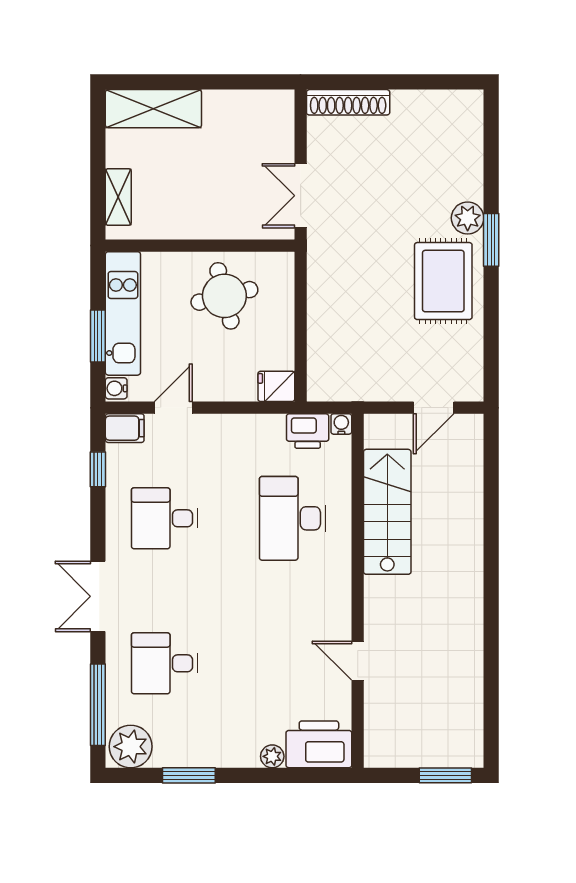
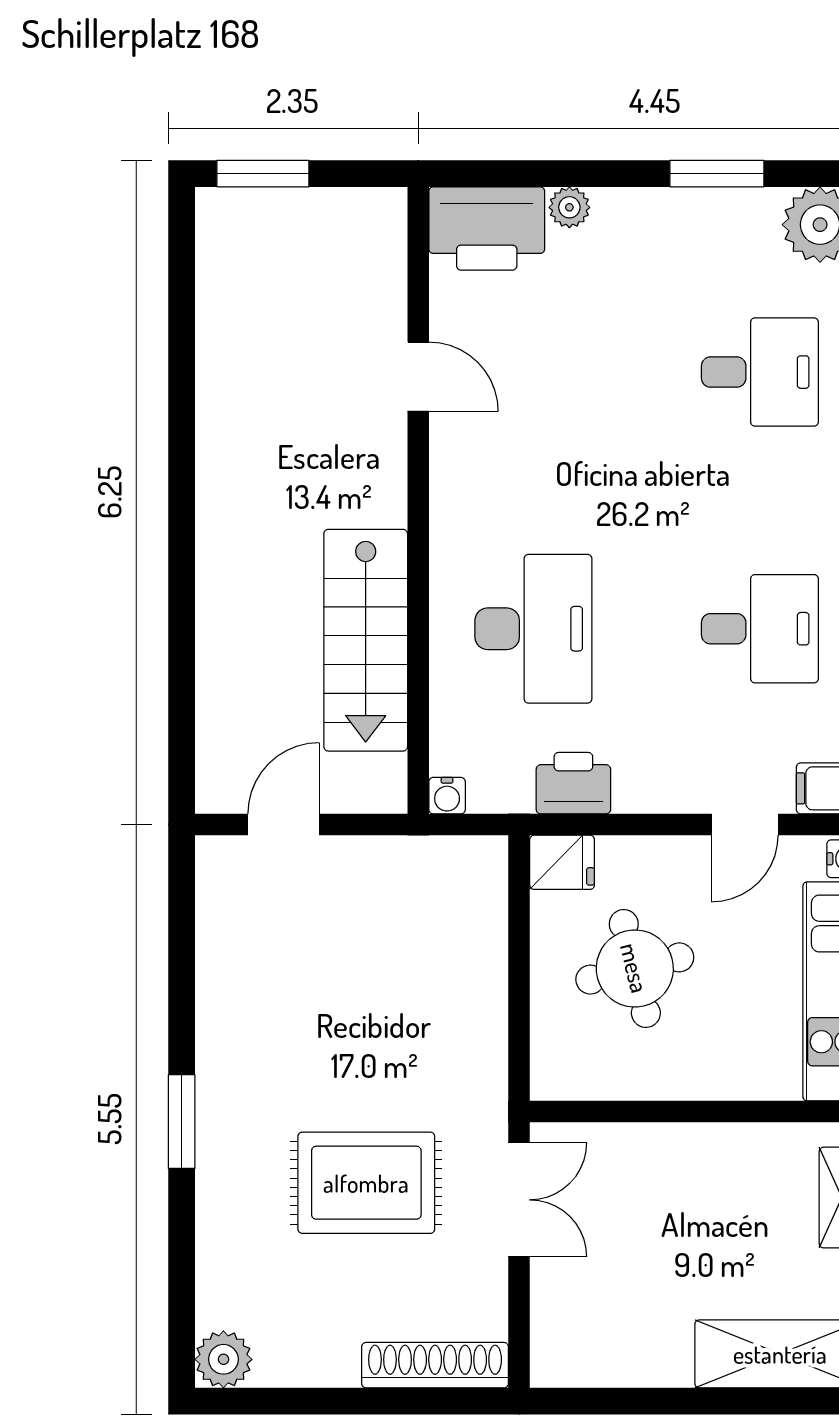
plant: (468, 218) -> (223, 1359), moved
rug: (443, 281) -> (366, 1183), moved, turned 90
round table: (224, 296) -> (635, 968), moved
printer: (308, 431) -> (573, 783), moved

